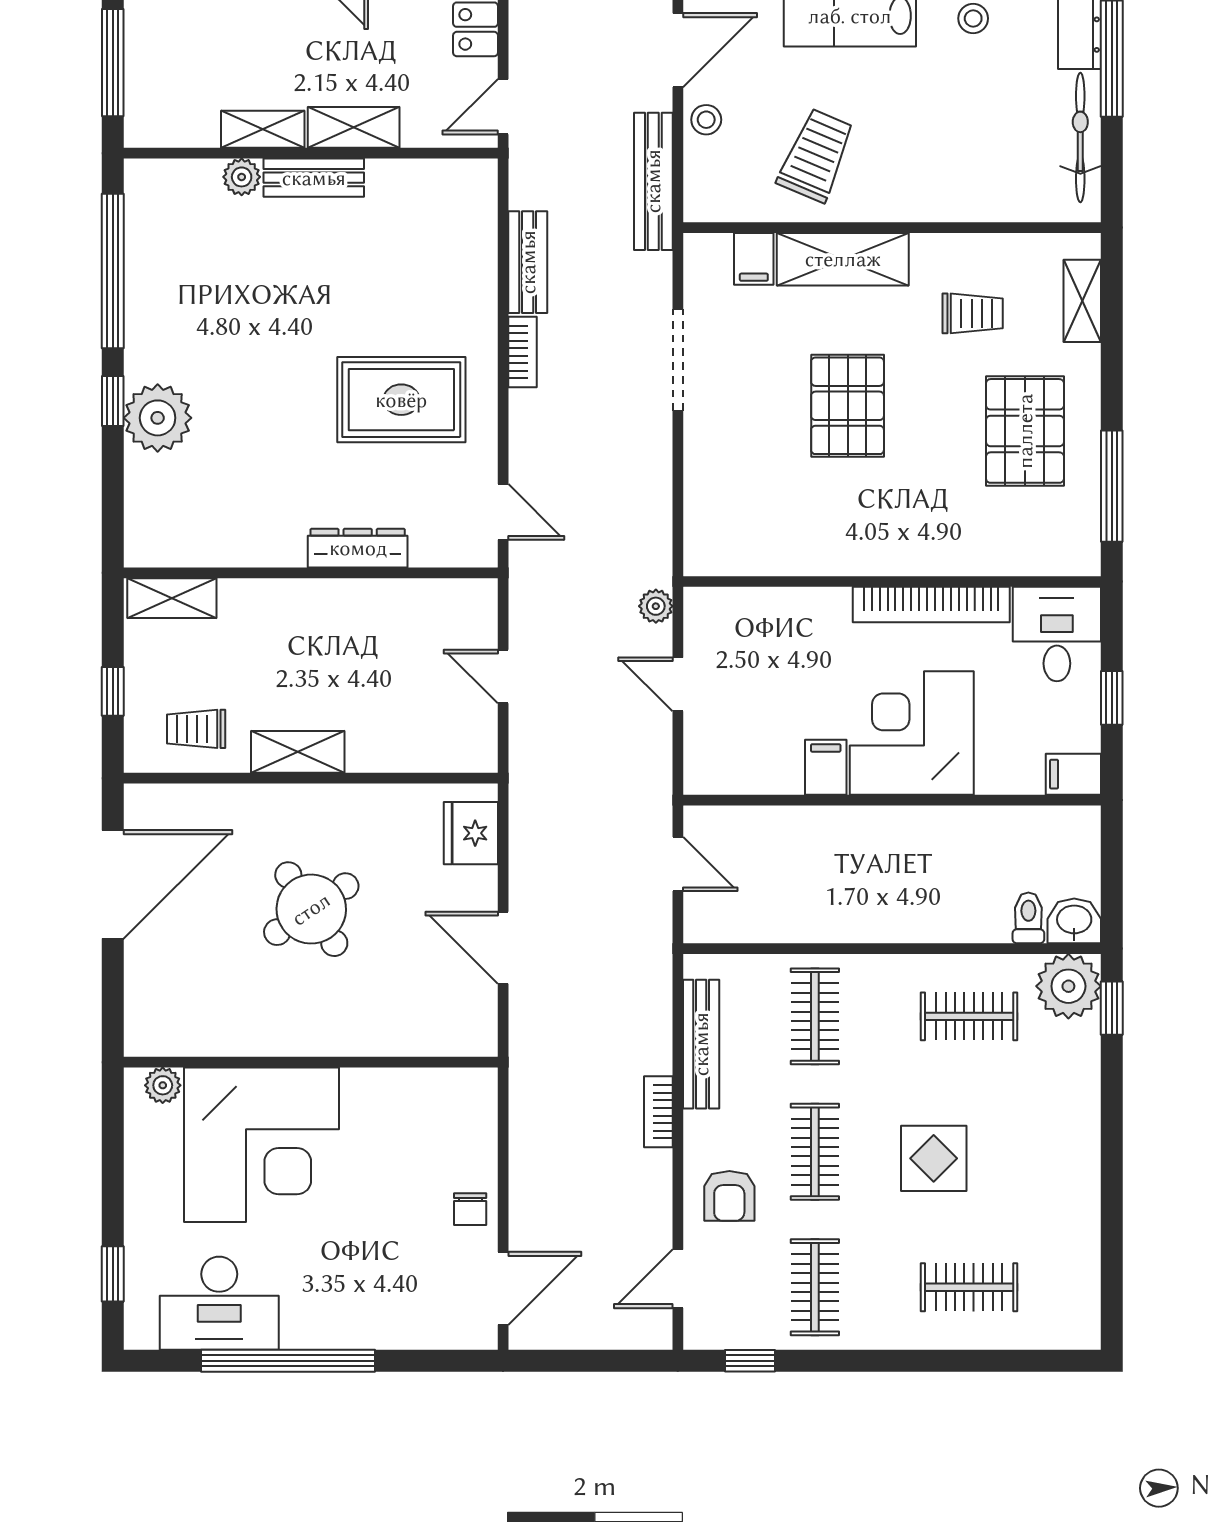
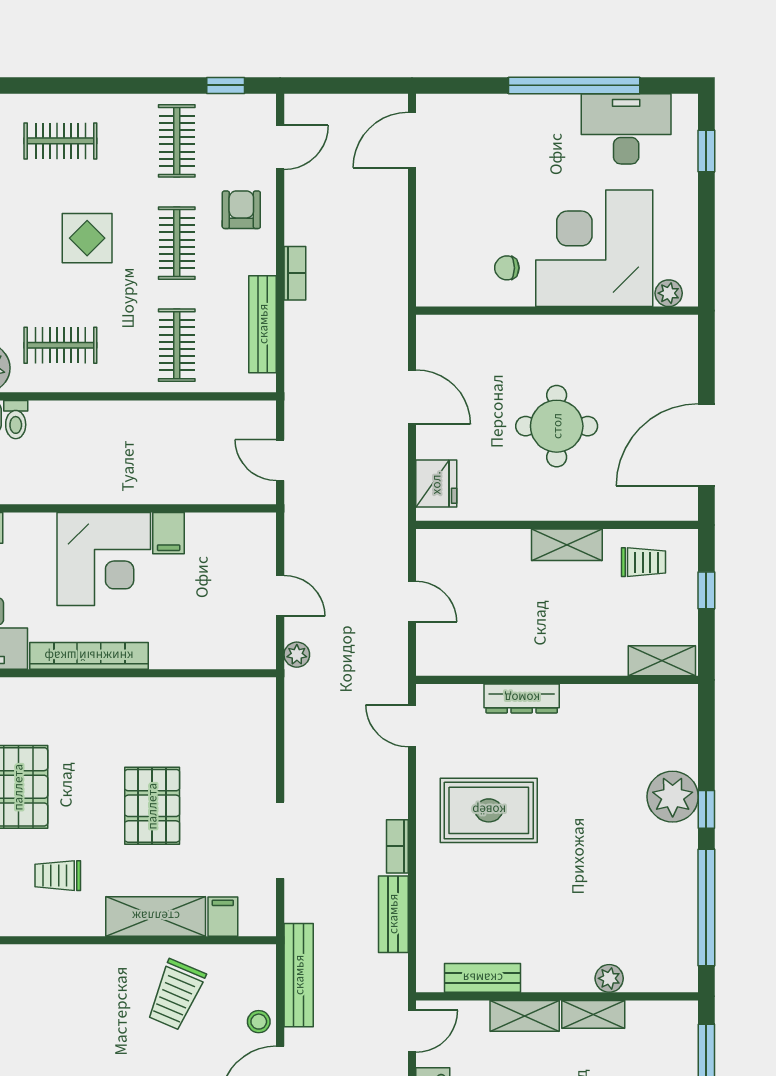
bench: (314, 178) -> (483, 978), moved
round table: (311, 909) -> (557, 426), turned 34
chair: (470, 1209) -> (507, 268), moved, turned -90

